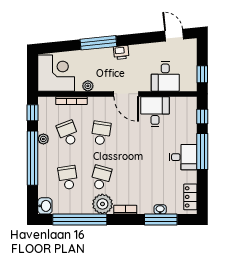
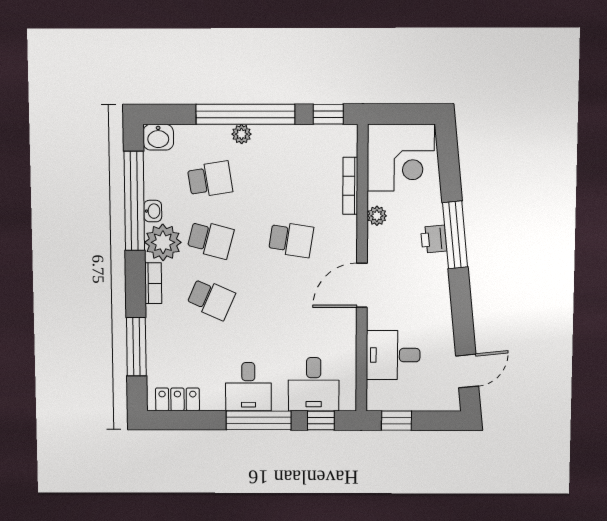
printer: (121, 52) -> (434, 239), moved
desk: (155, 112) -> (314, 384), moved, turned 90
school desk: (68, 133) -> (211, 299), moved, turned 45
plant: (43, 139) -> (242, 134), moved
washbasin: (160, 209) -> (153, 211), moved

